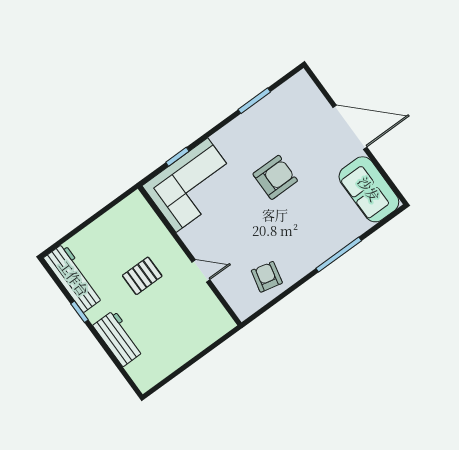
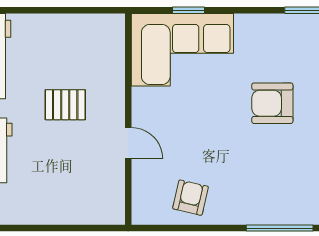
armchair: (275, 177) -> (272, 103), turned 180

